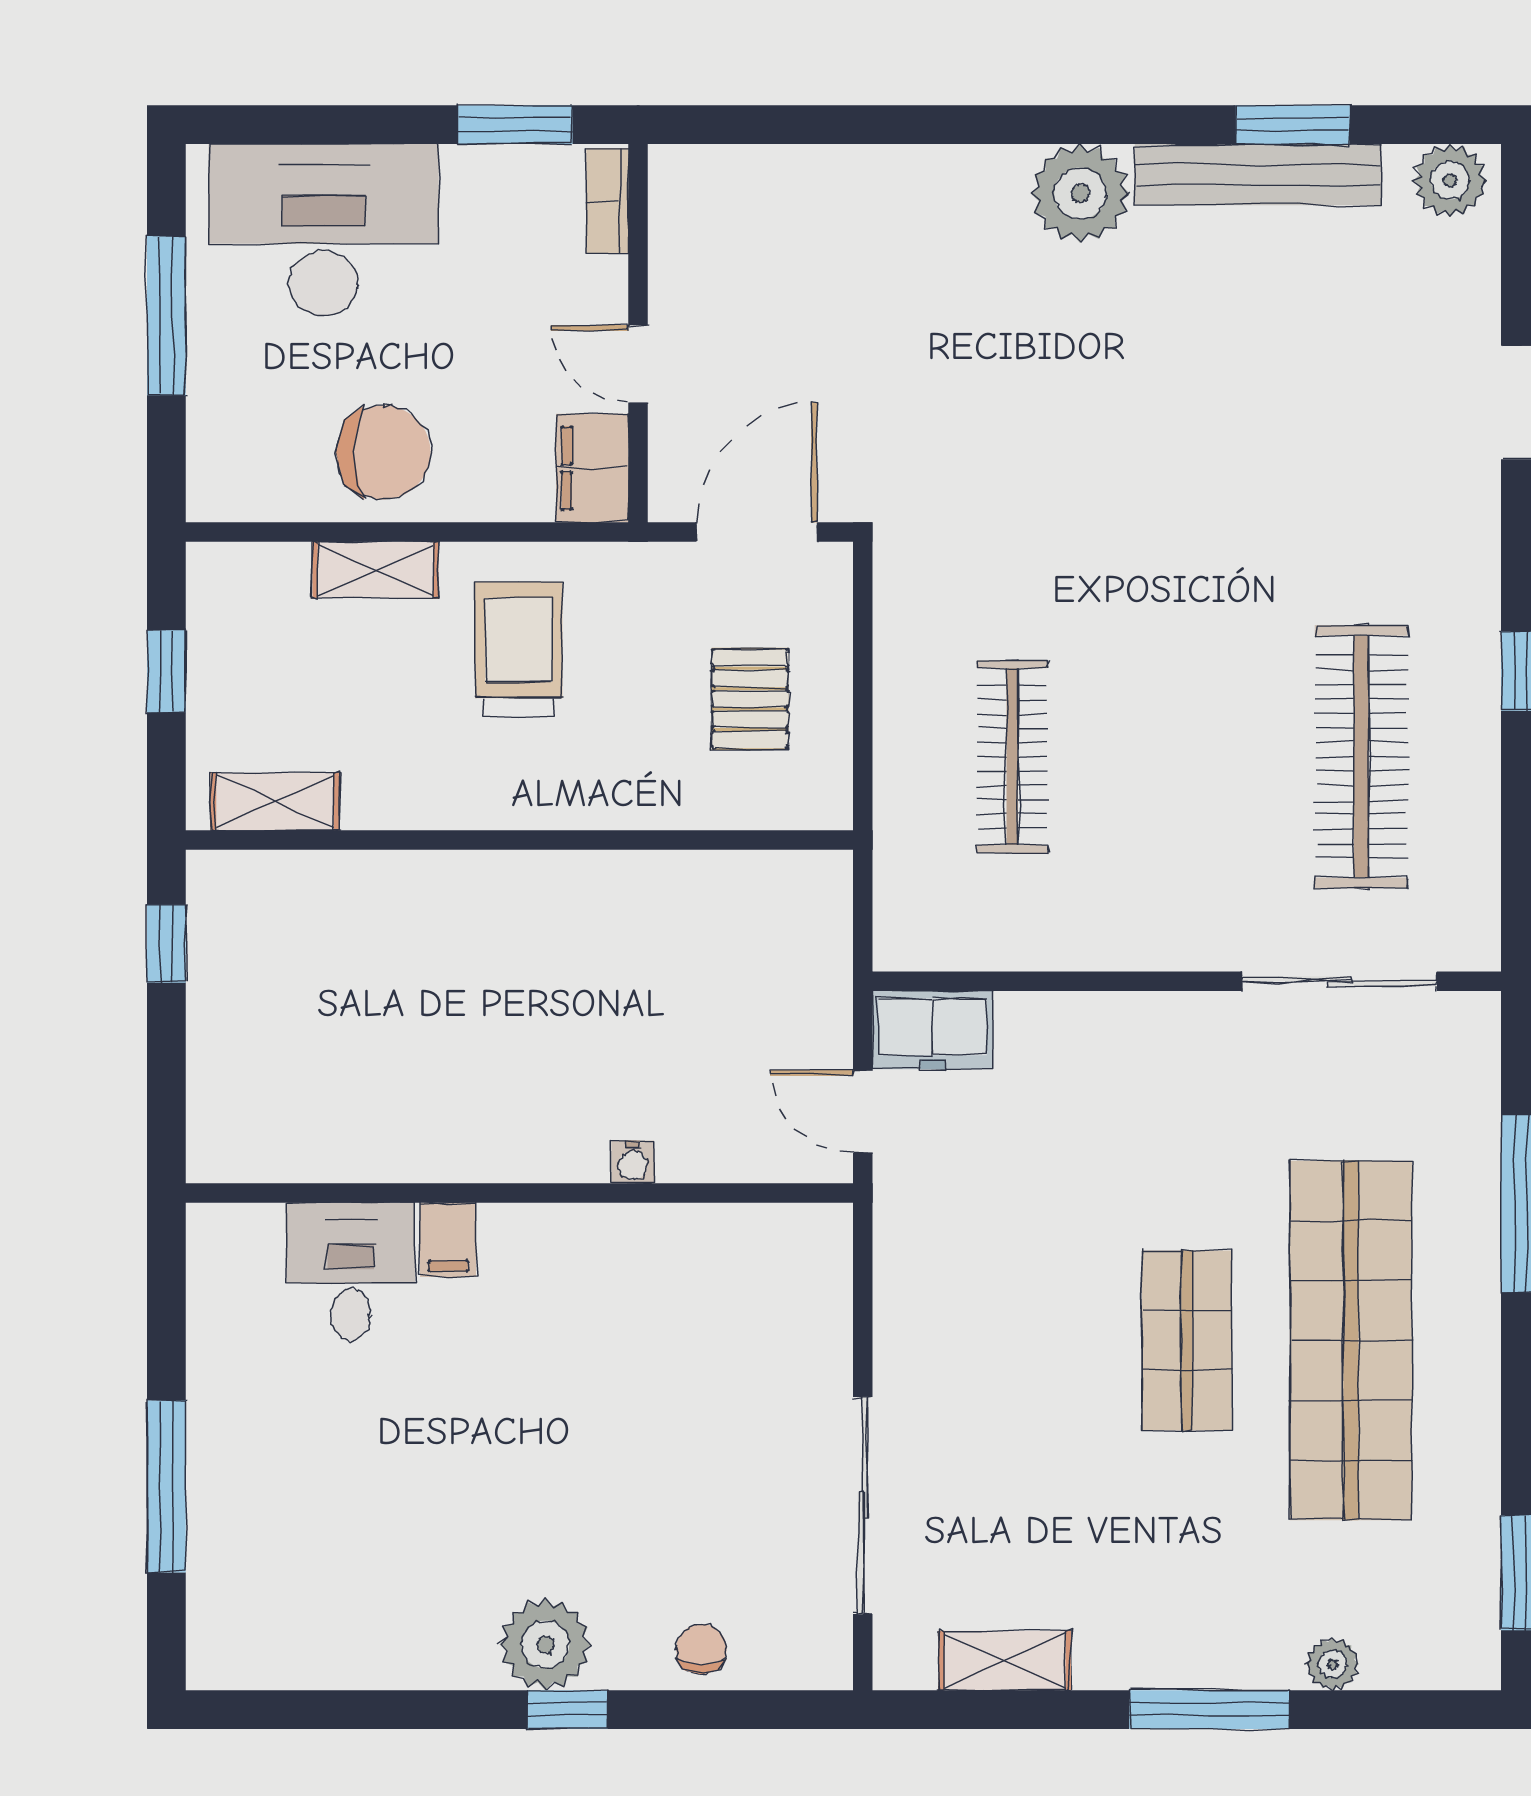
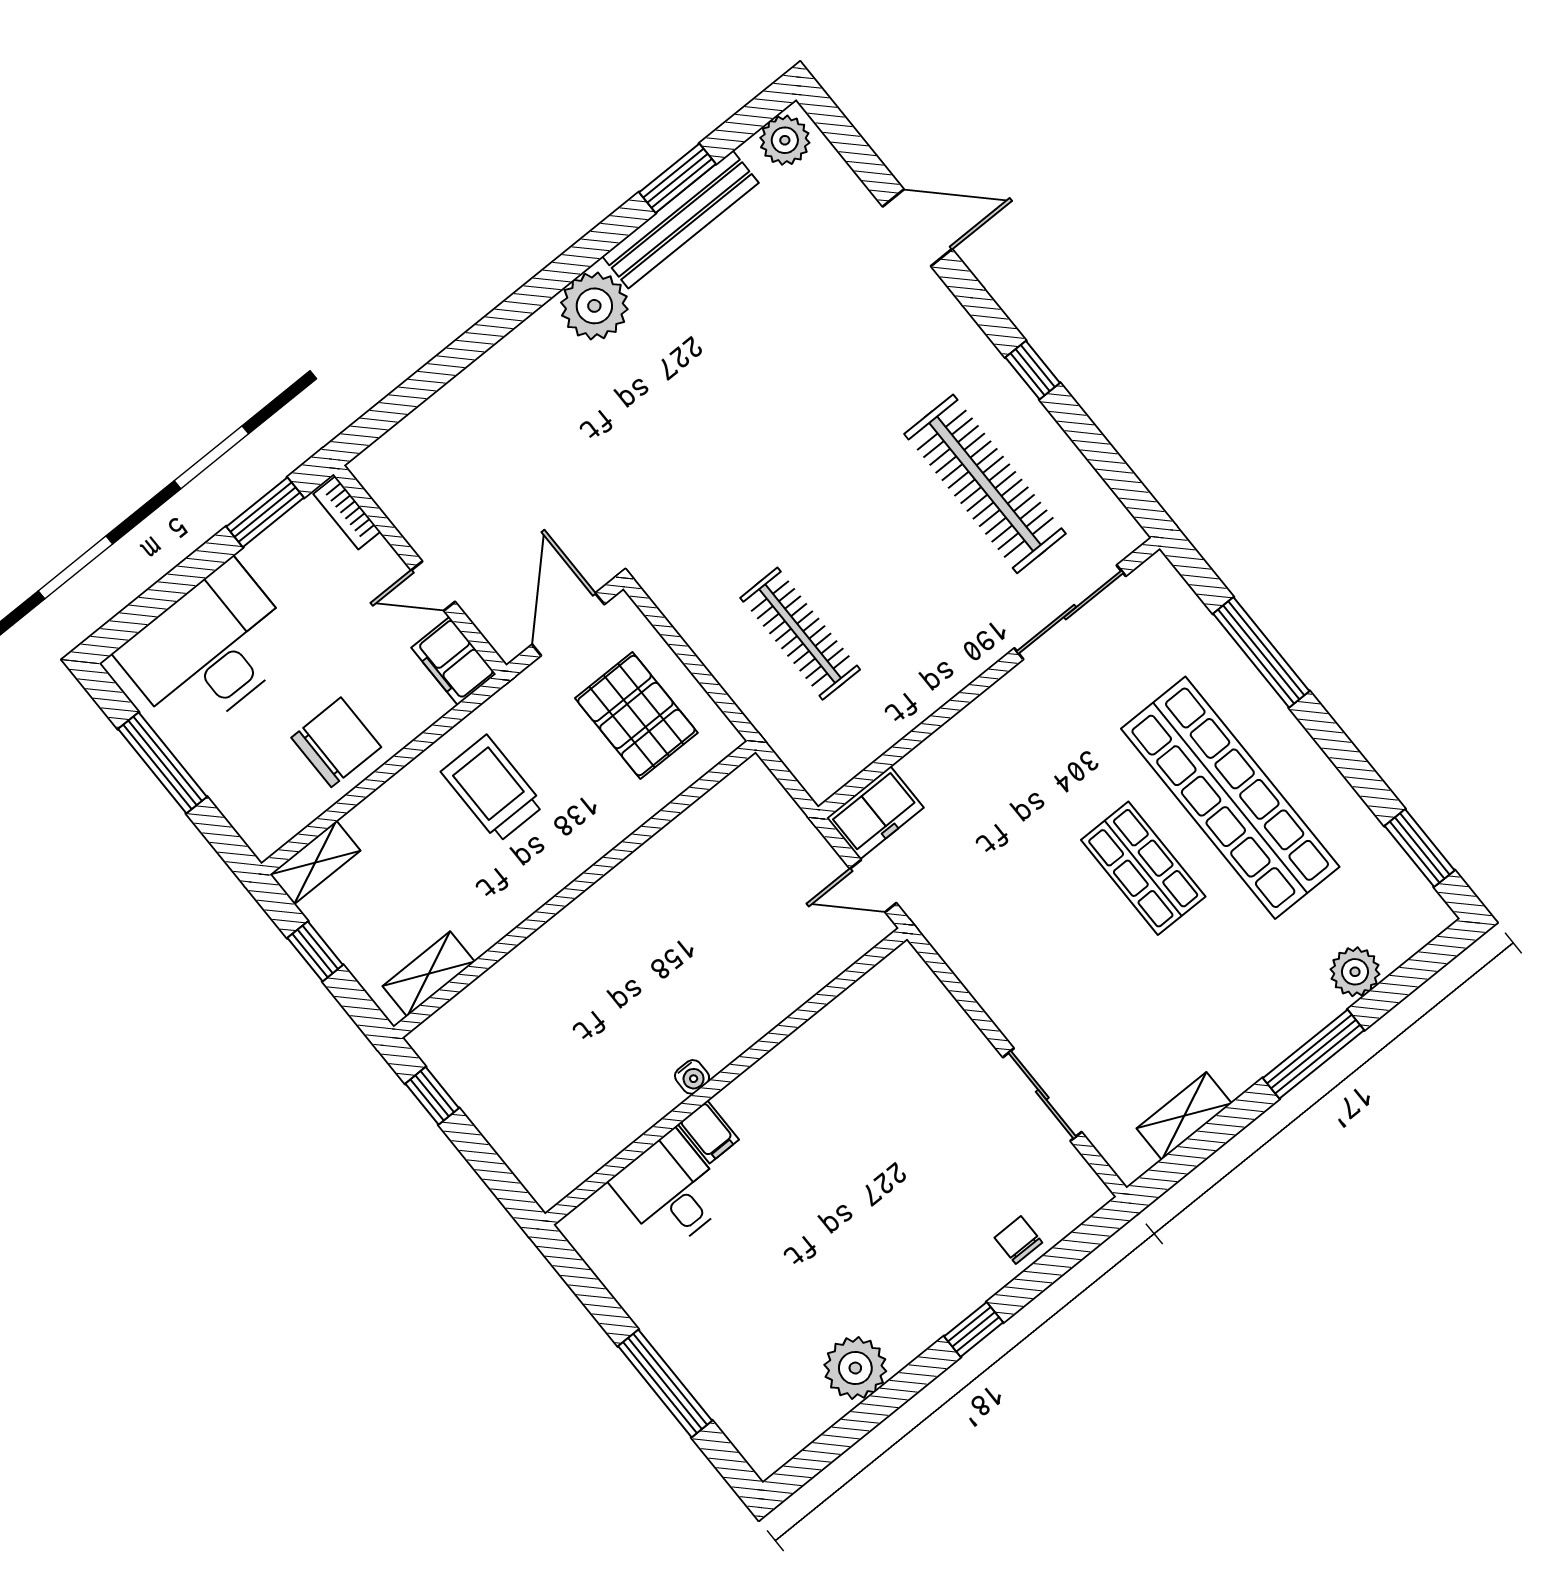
shelving: (375, 570) -> (315, 862), moved
pallet: (750, 699) -> (636, 716), width x1.50, depth x1.42
water cooler: (633, 1162) -> (692, 1077), moved
sliding door: (863, 1505) -> (1042, 1095), width x0.73
plant: (545, 1644) -> (855, 1368), moved
plant: (1332, 1664) -> (1355, 972), width x1.38, depth x1.38

